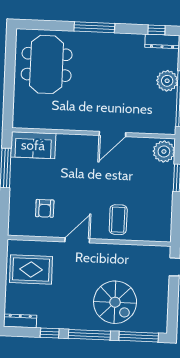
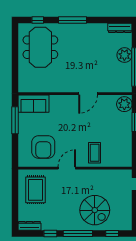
window: (157, 30) -> (38, 20), moved
armchair: (45, 208) -> (43, 147), width x1.88, depth x1.88
rug: (31, 269) -> (36, 190), turned 90
window: (139, 337) -> (112, 233), width x0.46

